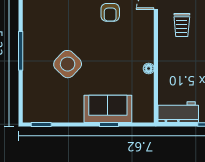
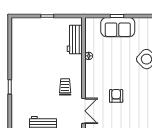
workbench: (178, 112) -> (75, 40), moved, turned 90

